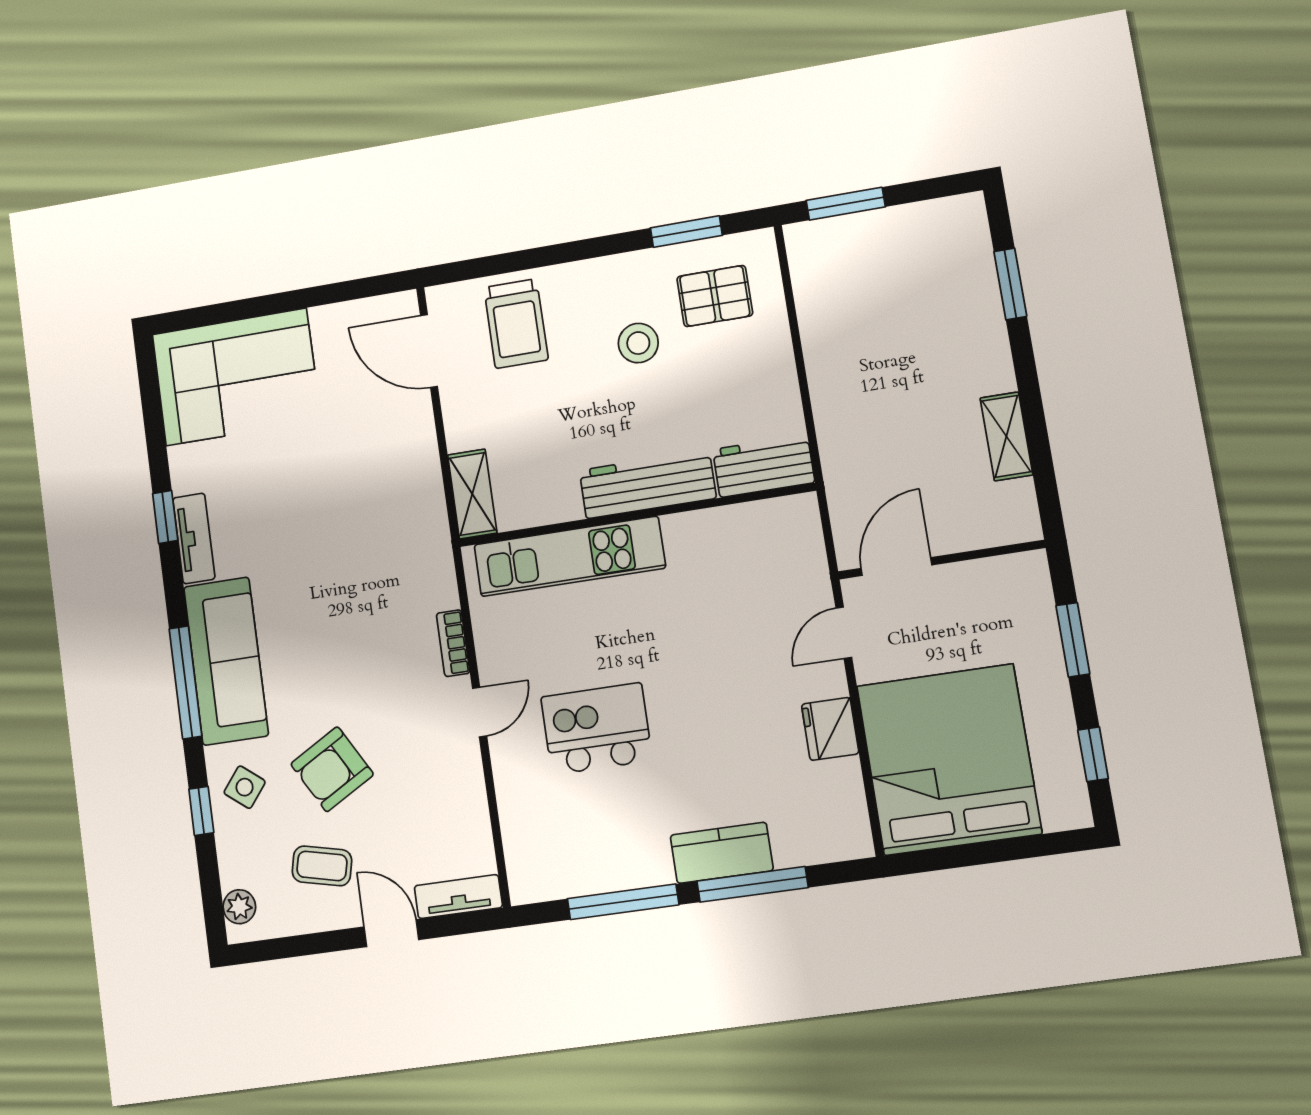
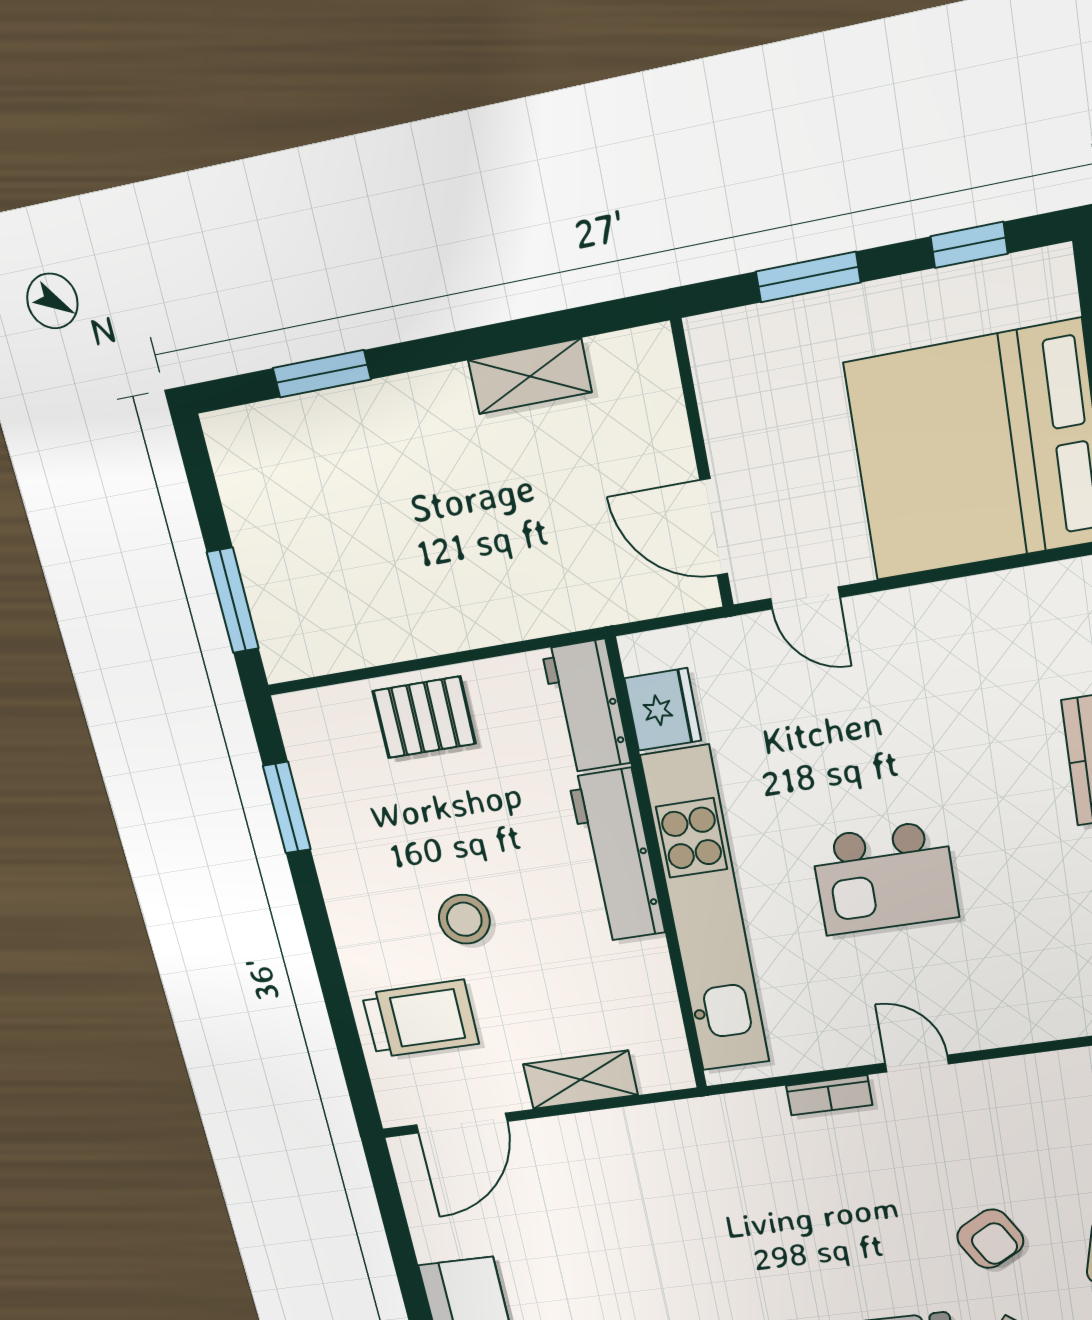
pallet: (715, 296) -> (424, 717), moved, turned 90
stool: (638, 343) -> (464, 919), moved
shelving: (472, 494) -> (580, 1080), moved
kitchen unit: (569, 556) -> (706, 912), width x1.36
kitchen island: (597, 729) -> (885, 878), moved, turned -90
fridge: (830, 729) -> (663, 709), moved, turned -90
armchair: (332, 769) -> (990, 1239), width x0.72, depth x0.72

